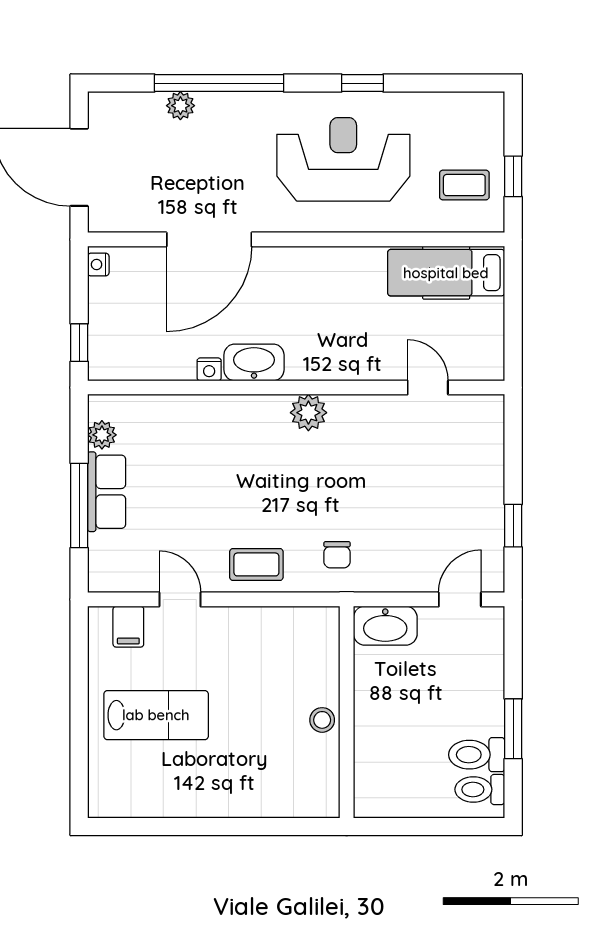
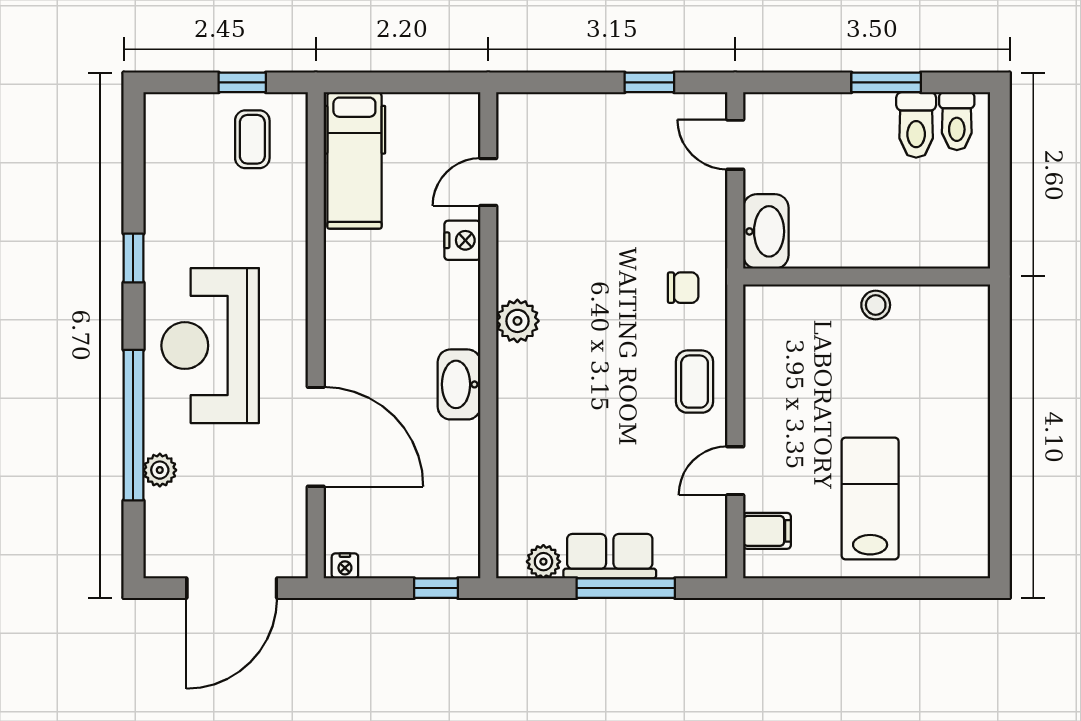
reception desk: (343, 159) -> (210, 346), moved
nightstand: (209, 369) -> (462, 240), moved, width x1.39, depth x1.35

